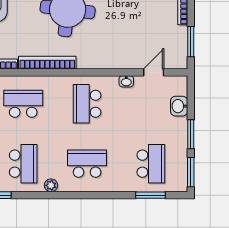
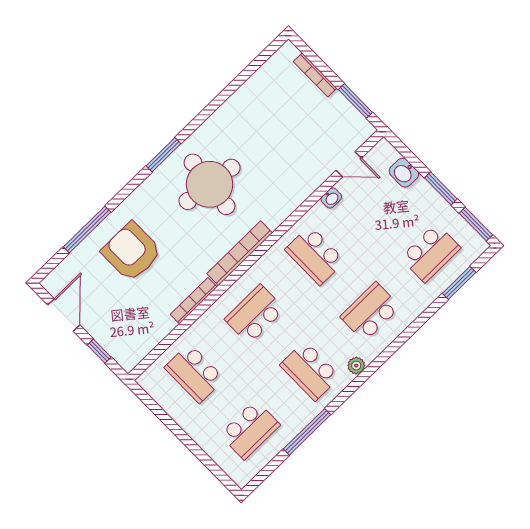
door: (154, 72) -> (349, 164), swing flipped
school desk: (23, 164) -> (310, 371), turned 180
school desk: (151, 164) -> (430, 253), turned 90

